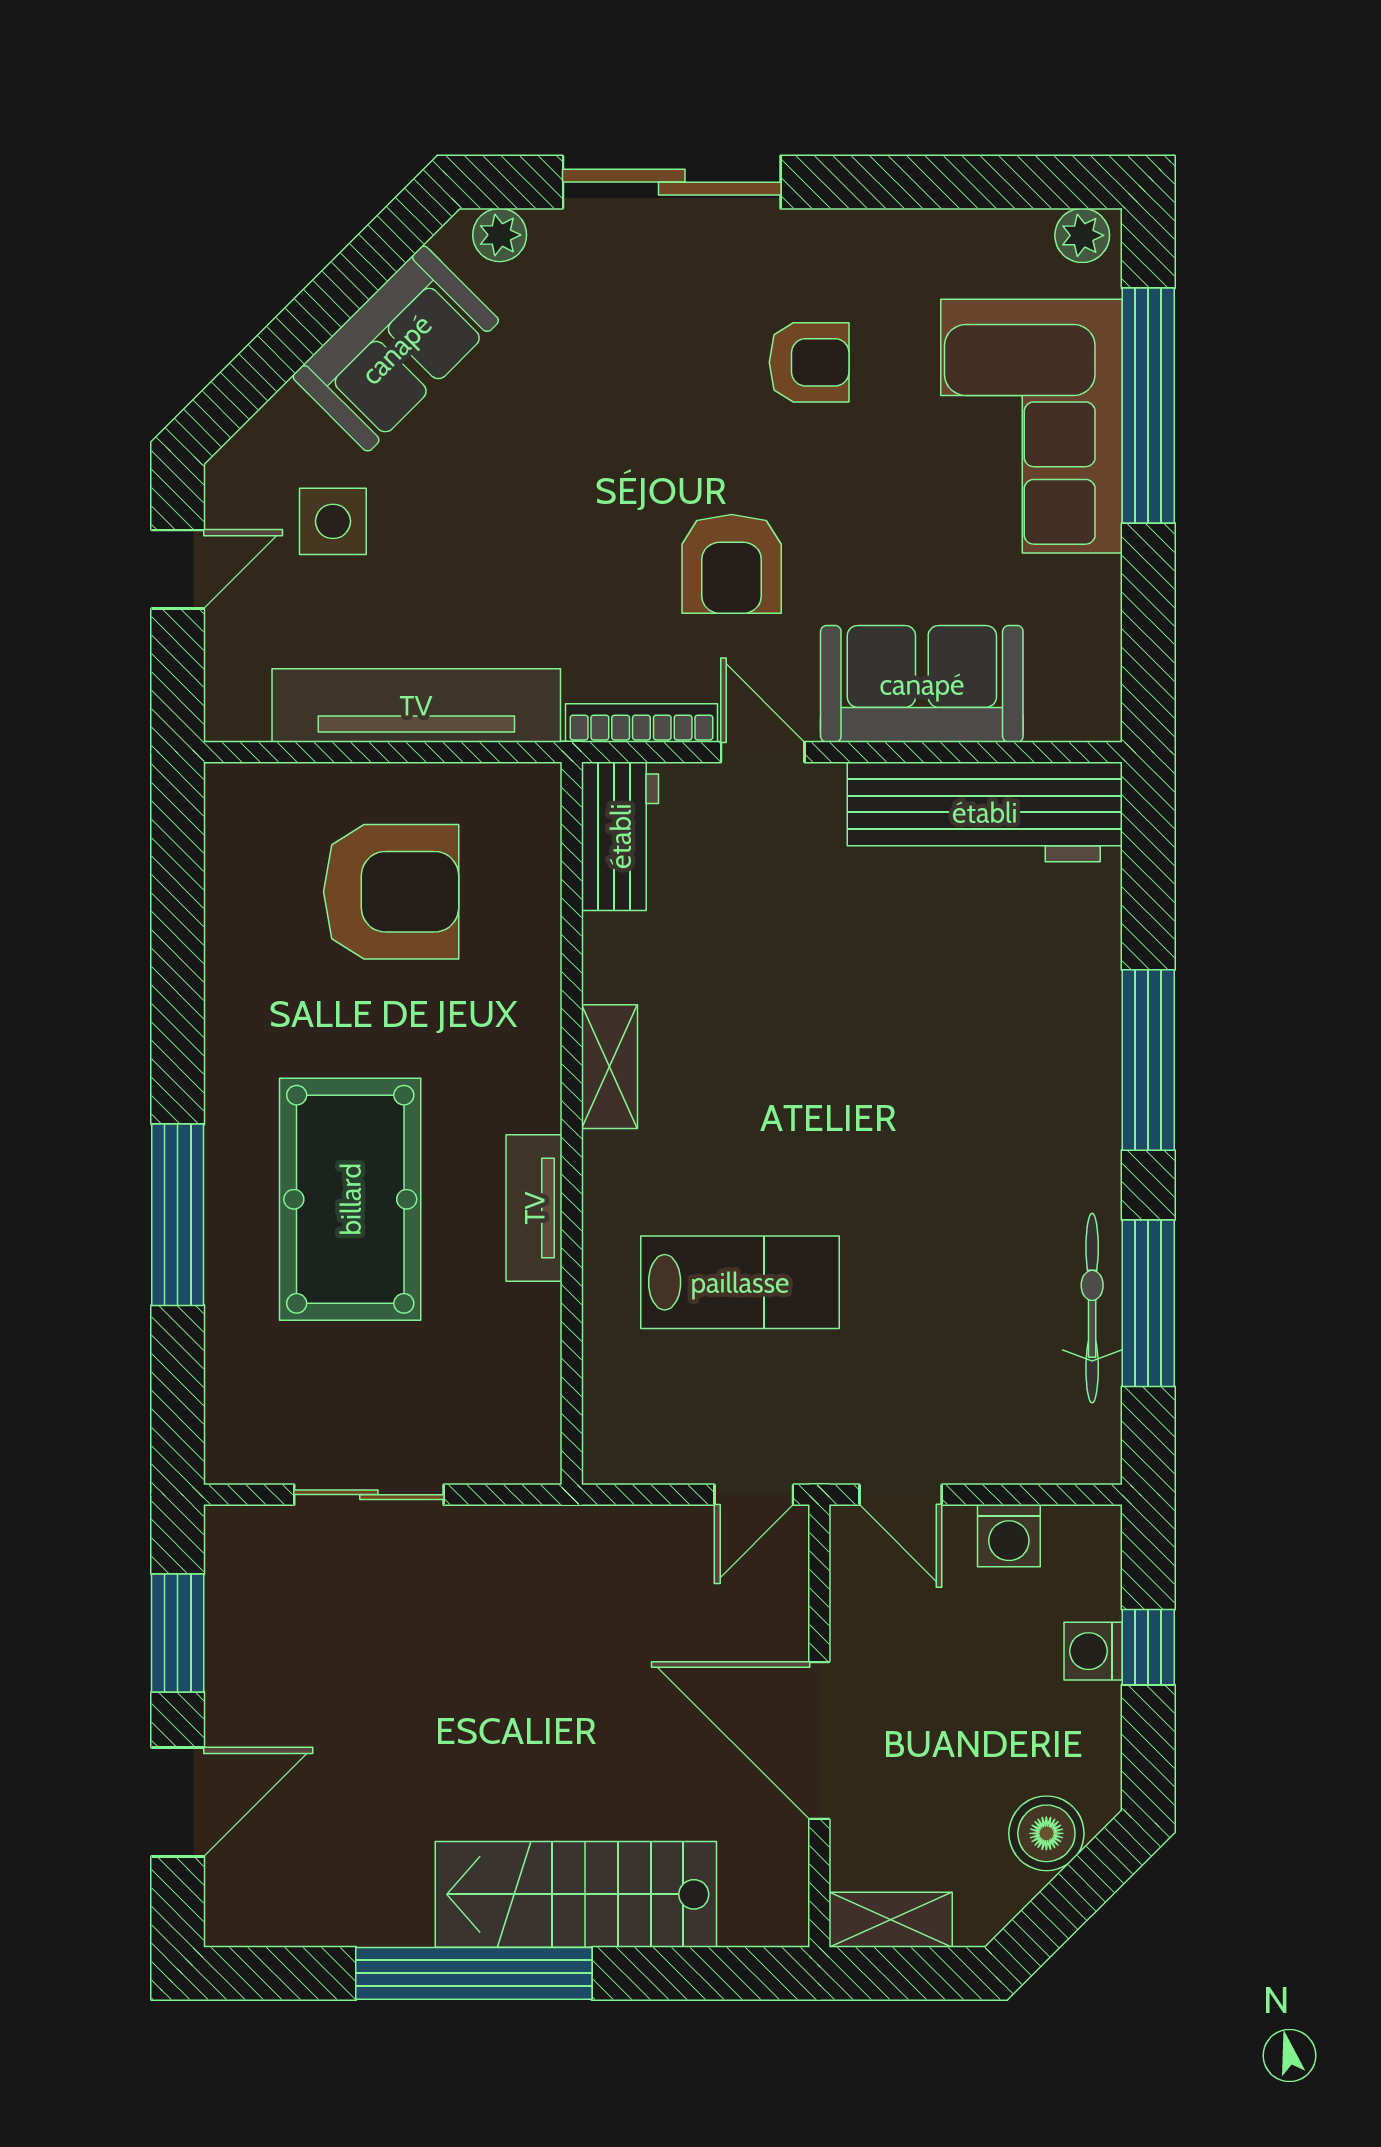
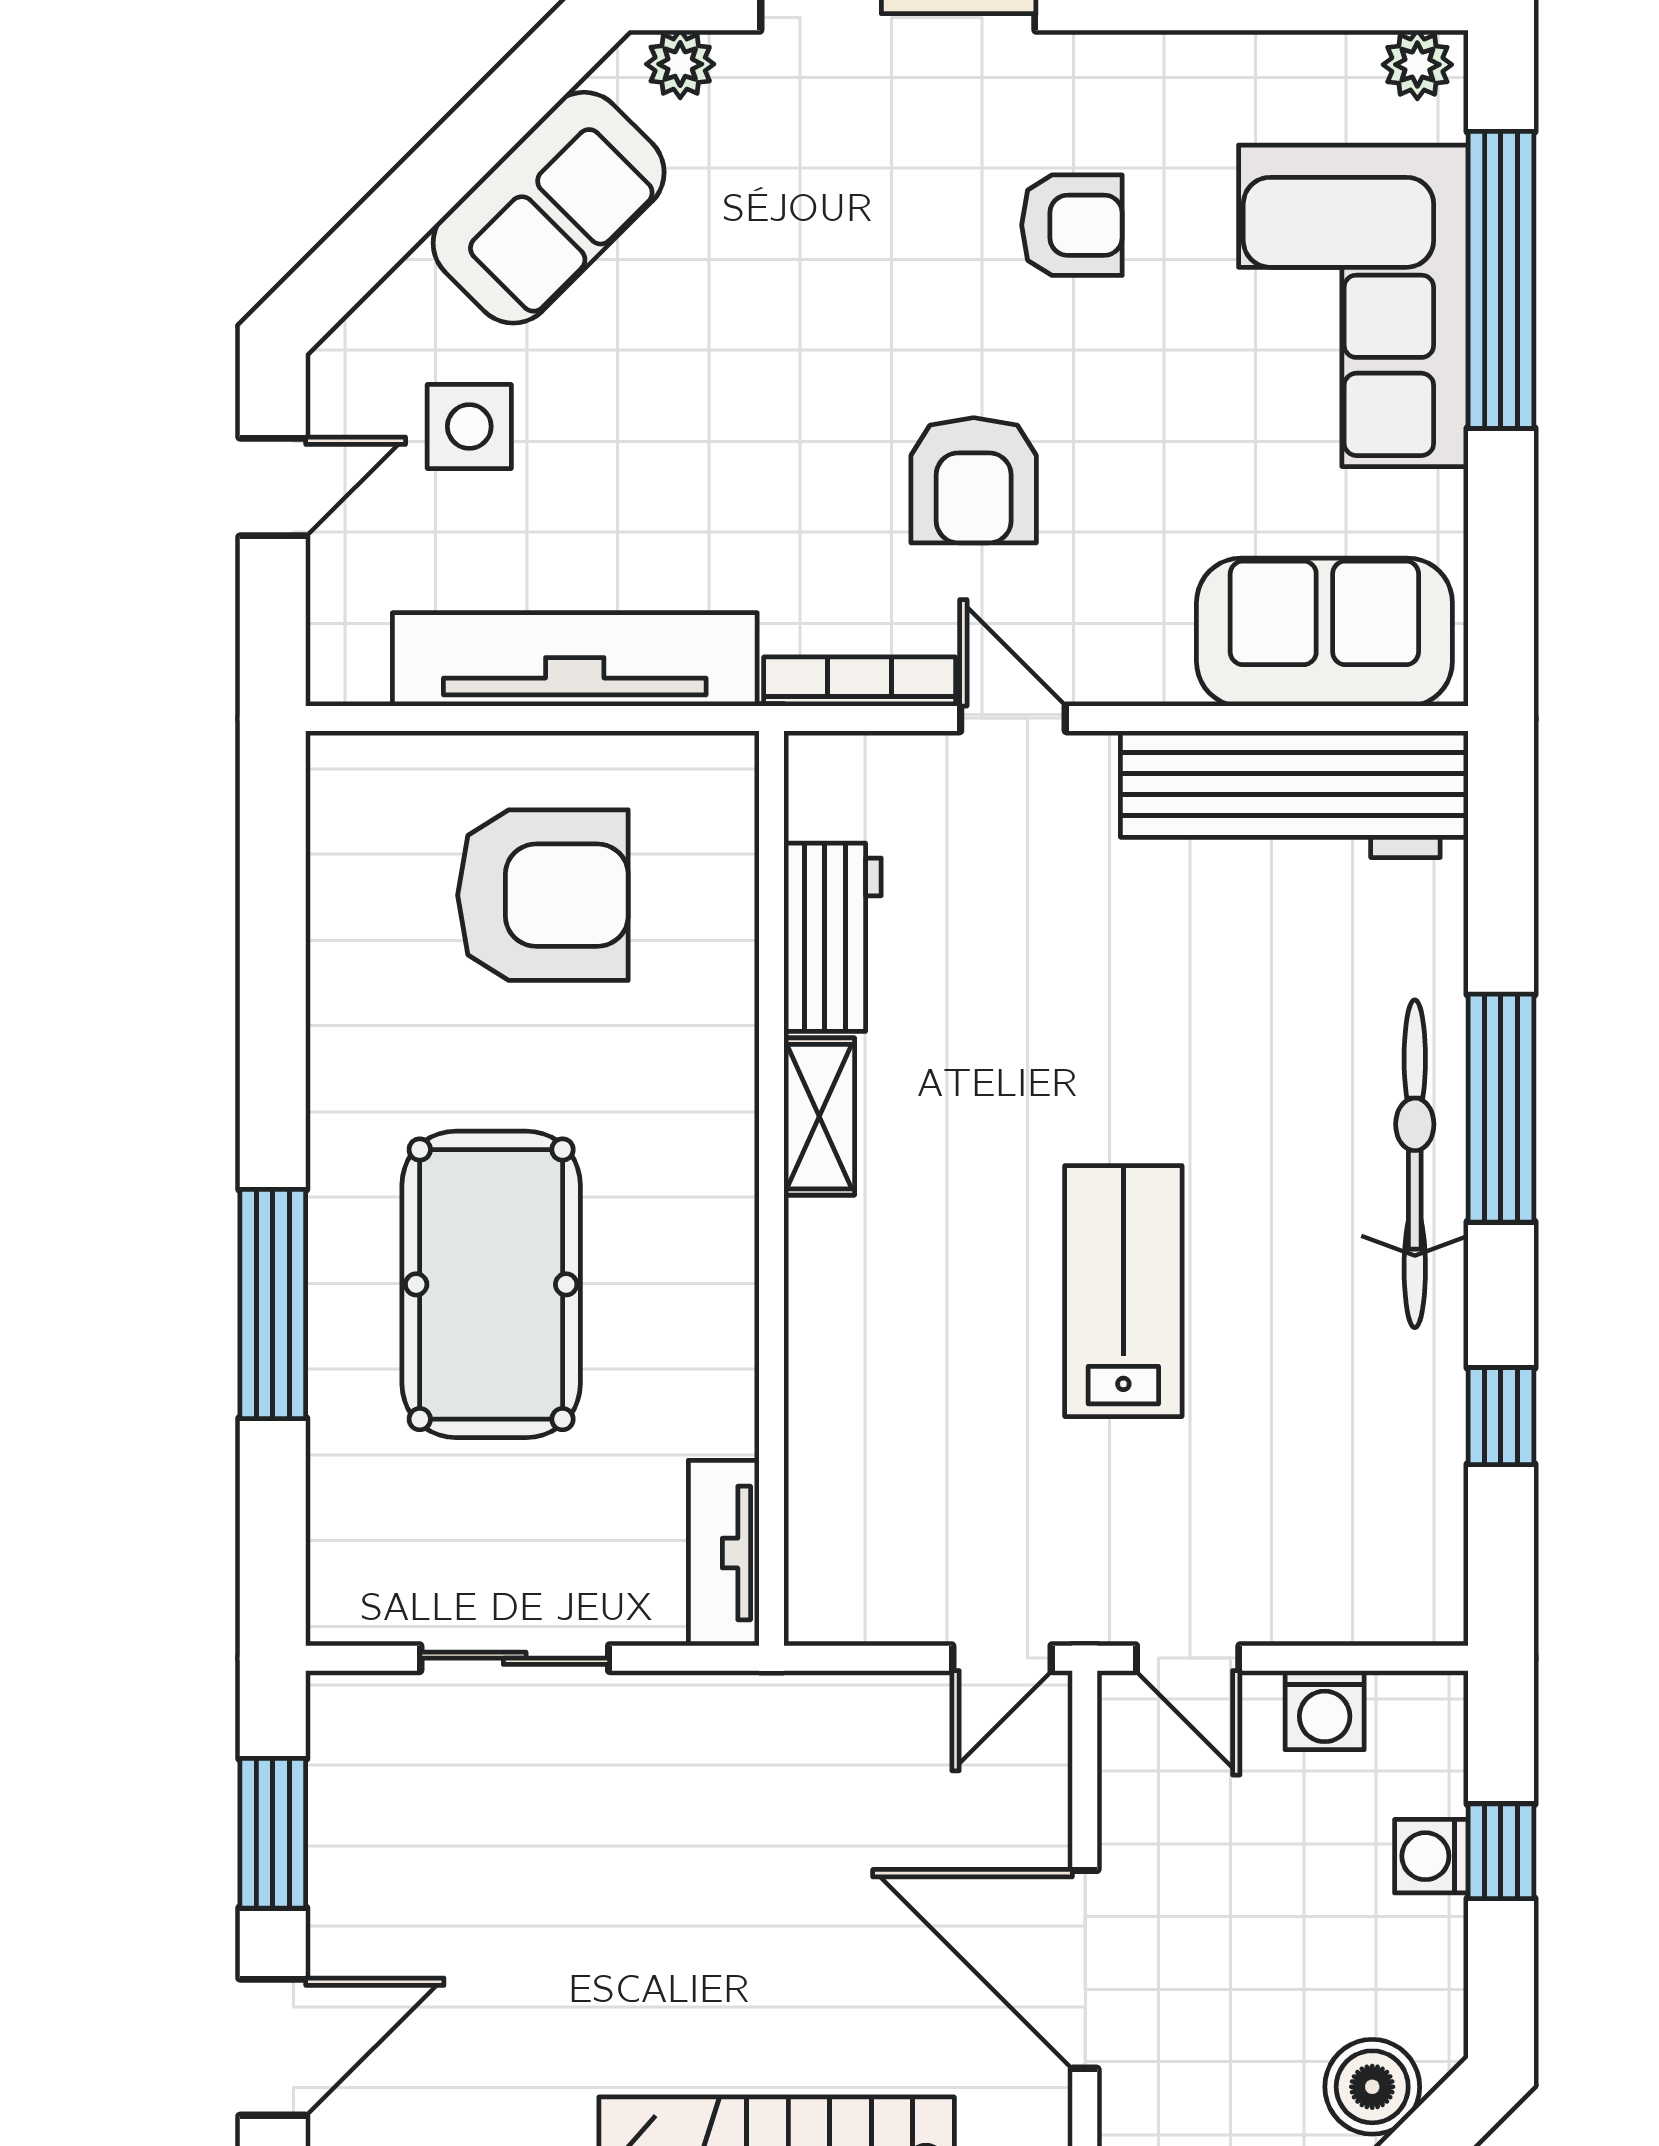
sofa: (922, 684) -> (1324, 632), moved
workbench: (620, 836) -> (832, 937), moved
tv unit: (534, 1208) -> (724, 1553), moved
lab bench: (740, 1282) -> (1123, 1291), moved, turned -90
window: (1148, 1303) -> (1501, 1416), width x0.46
bicycle: (1092, 1308) -> (1415, 1164), moved, width x1.37, depth x1.40

